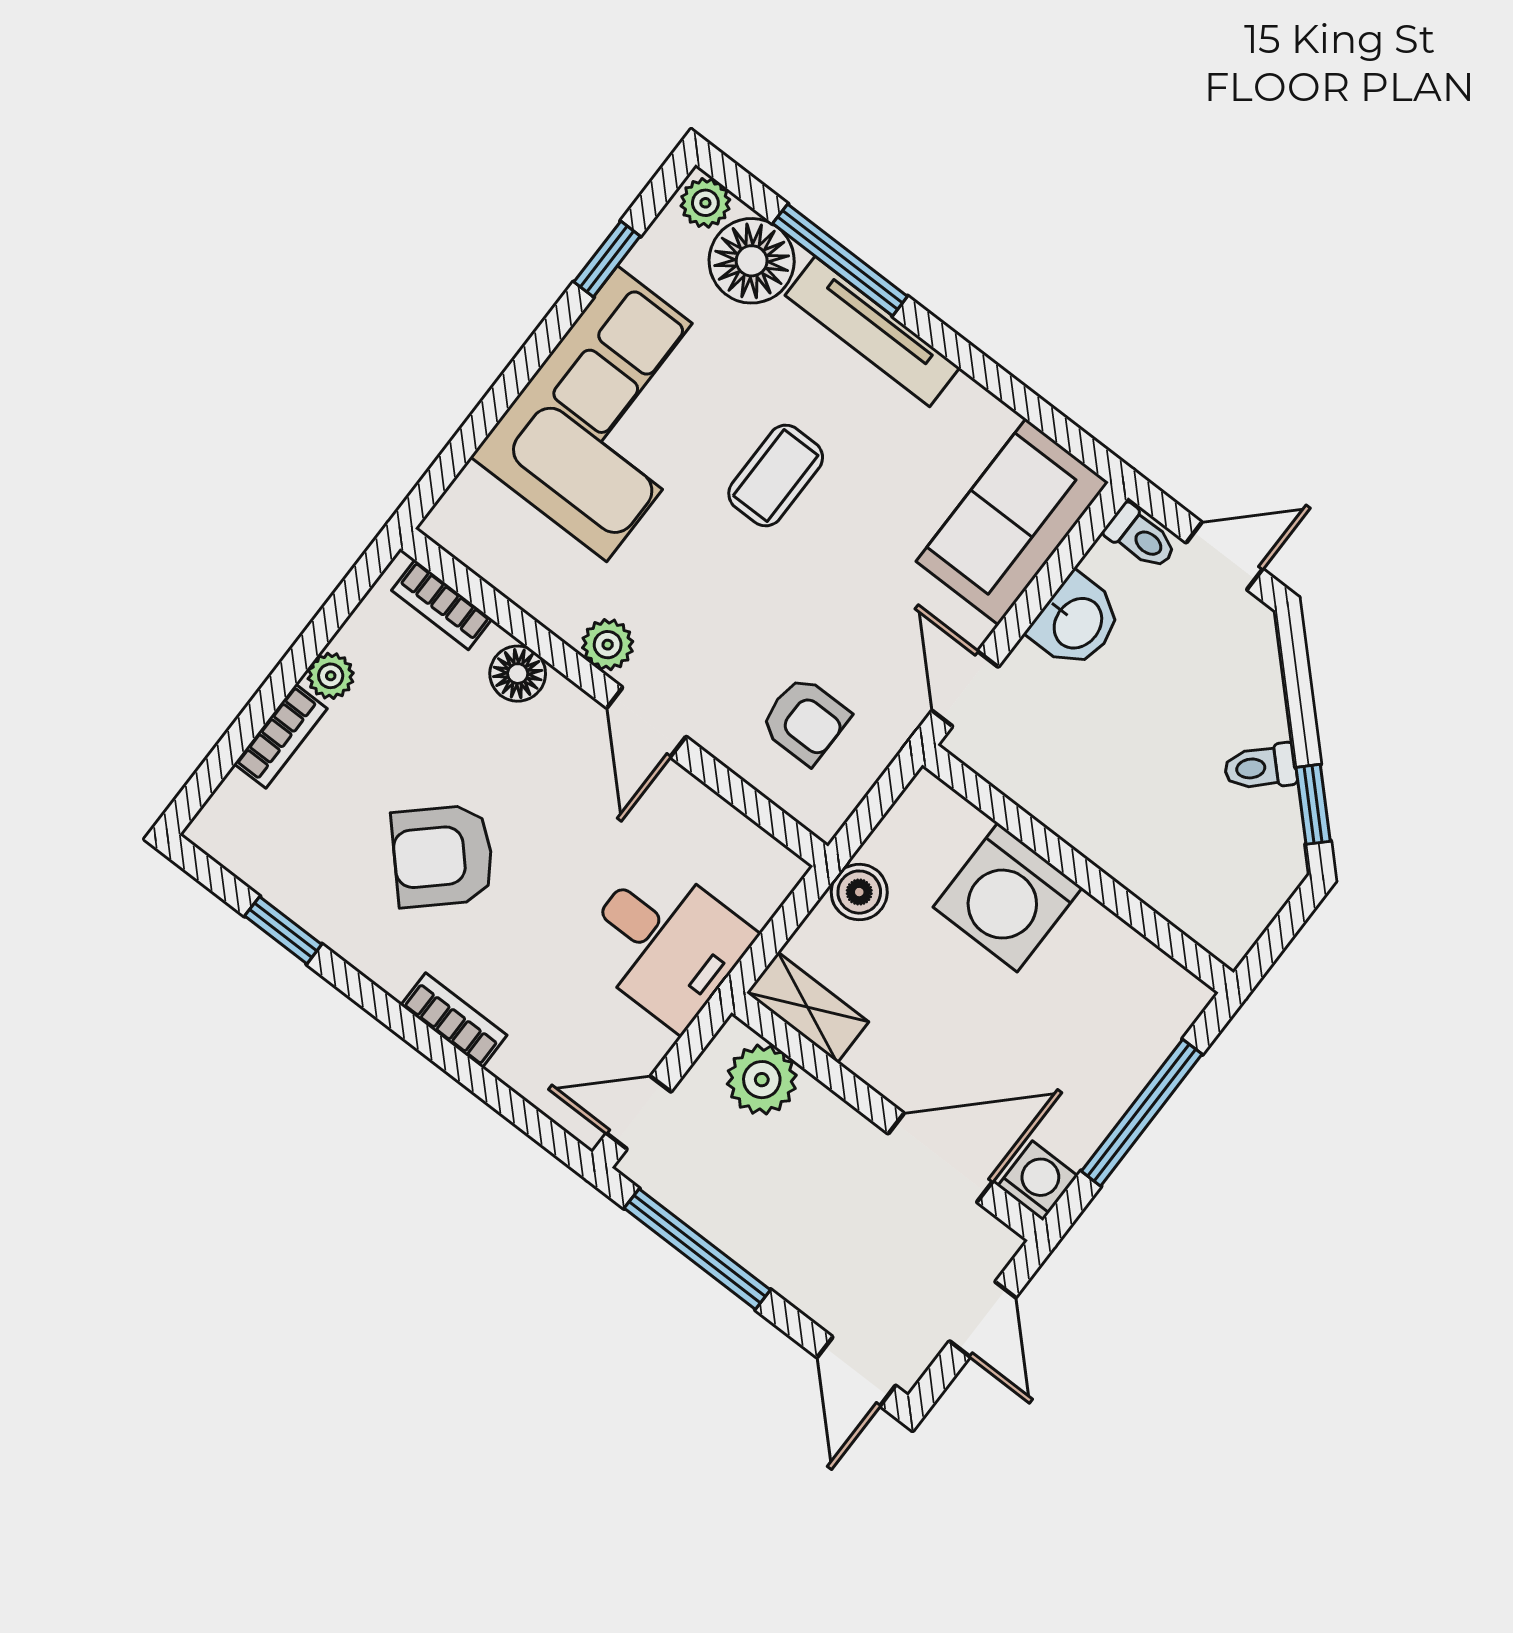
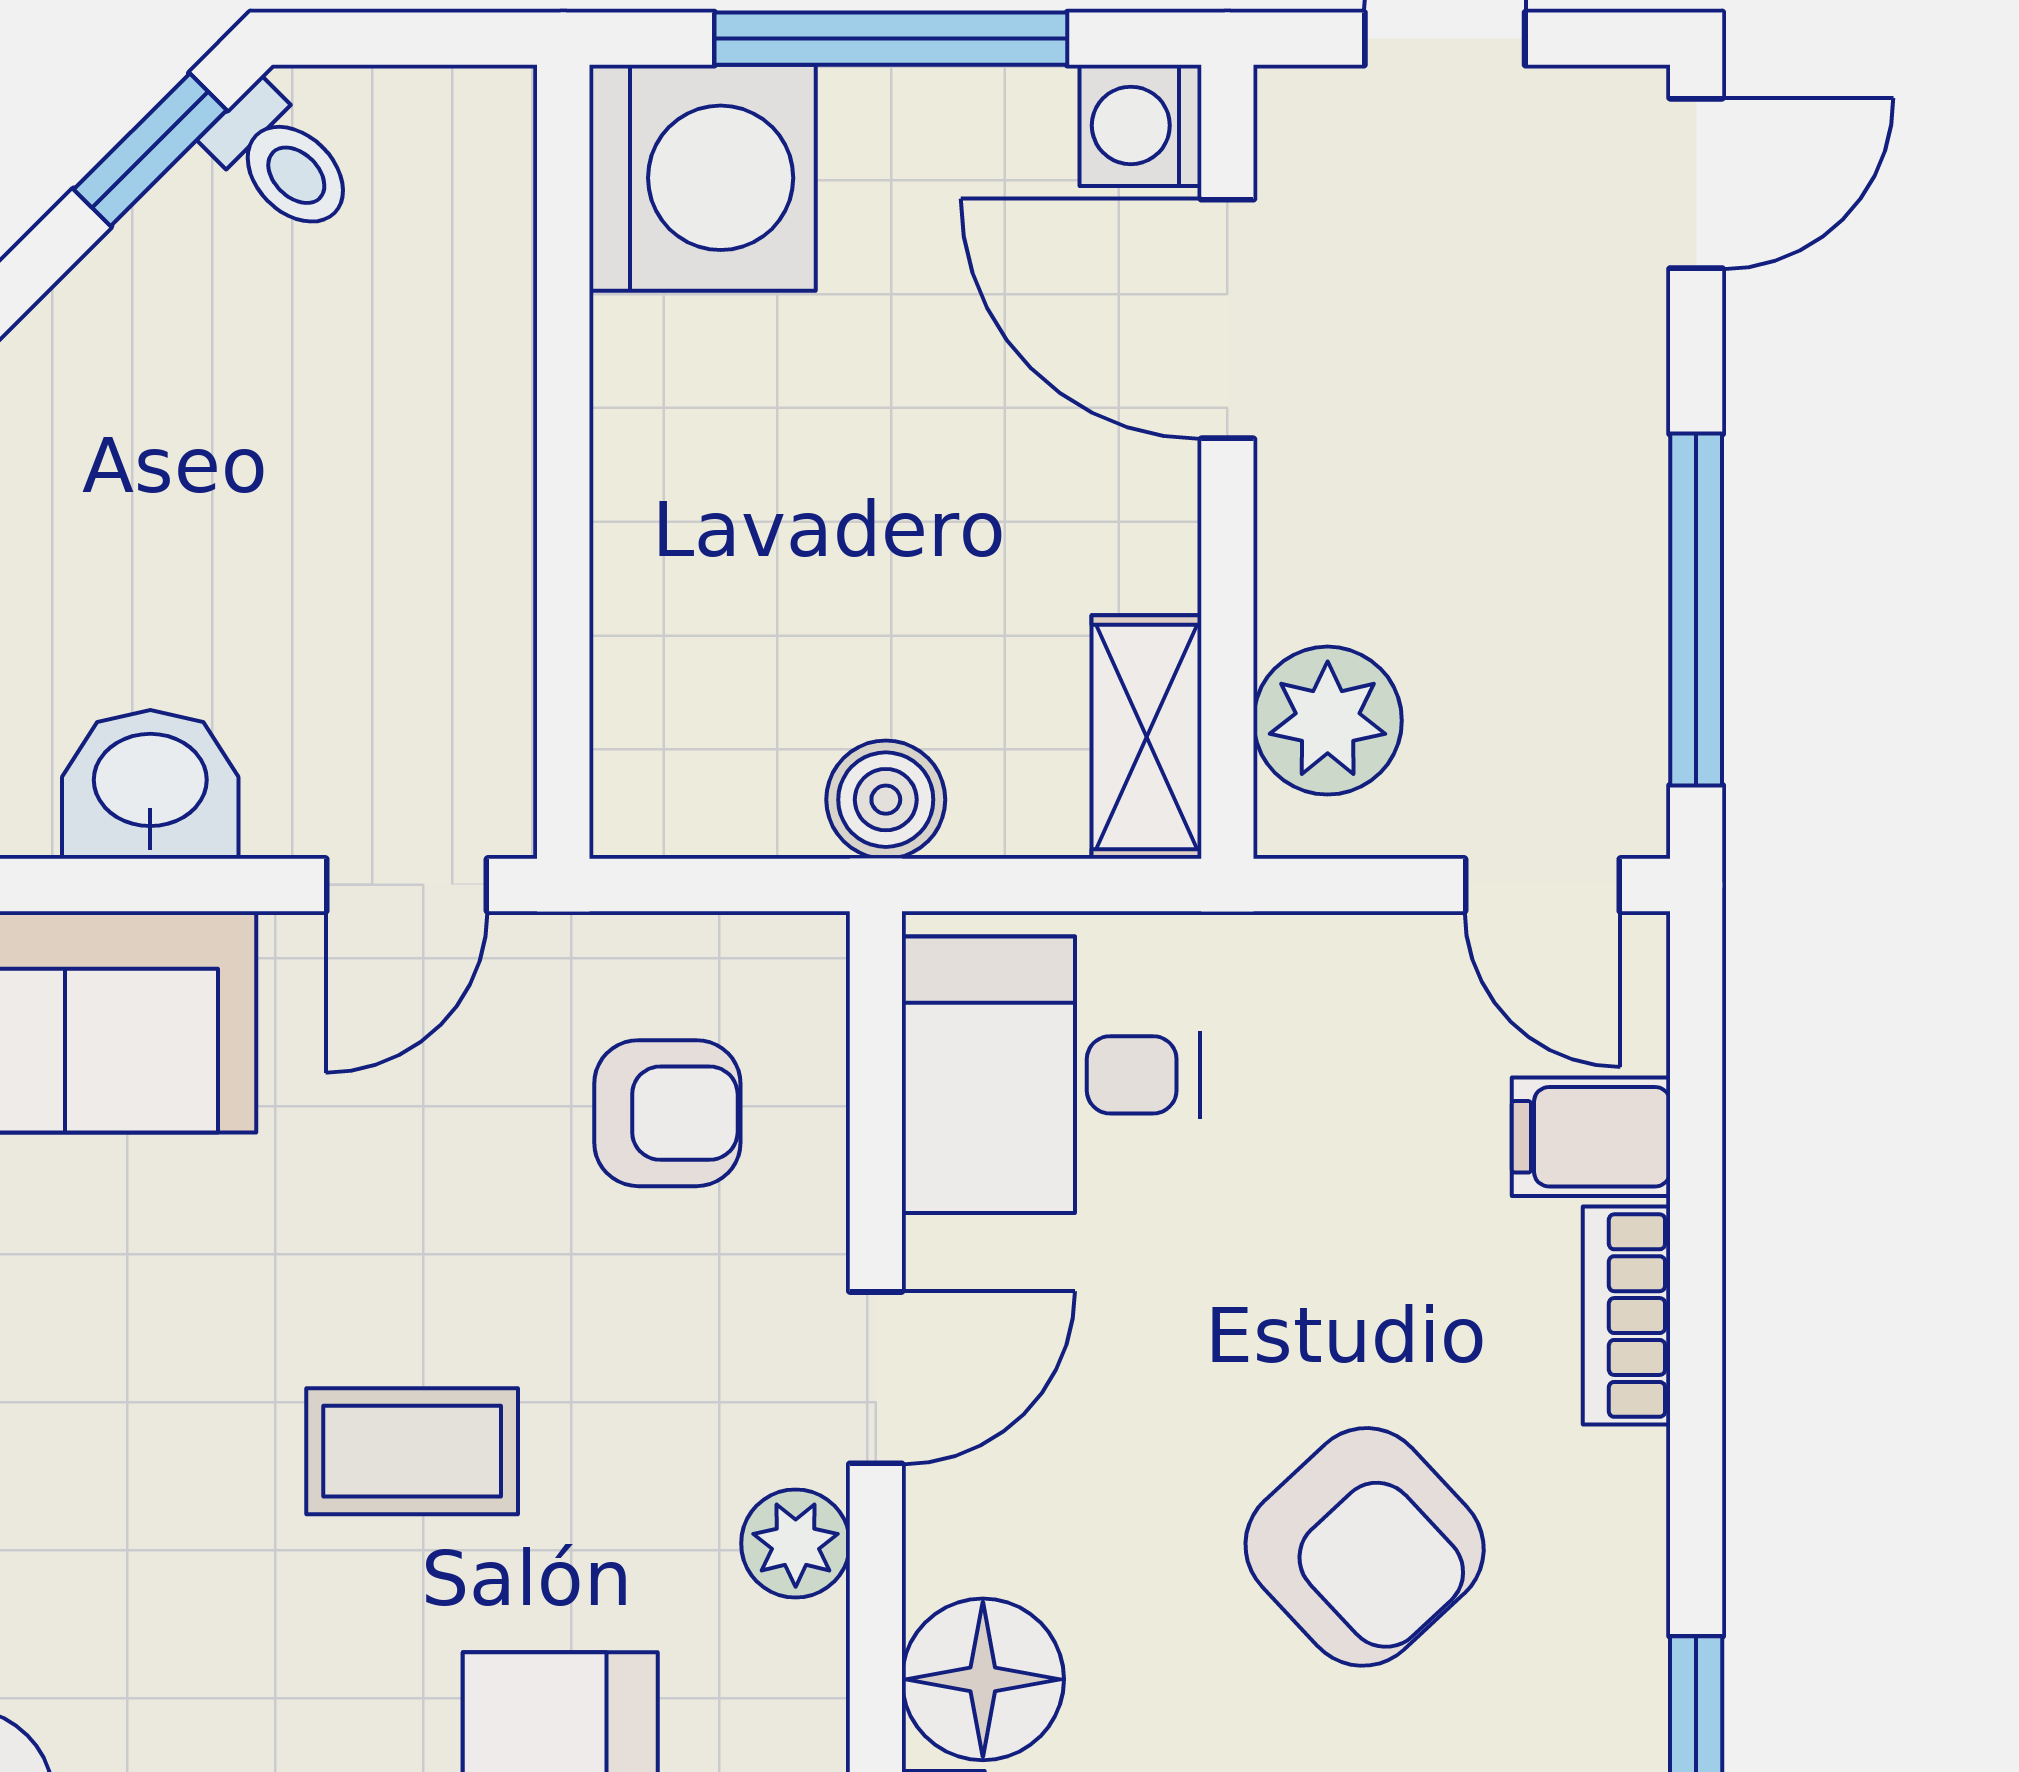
coffee table: (776, 476) -> (412, 1451), moved
floor lamp: (518, 674) -> (983, 1679), width x1.38, depth x1.38
armchair: (805, 720) -> (667, 1113), turned 90
toilet: (1261, 767) -> (282, 160), moved
washing machine: (1008, 897) -> (703, 178), moved
desk: (665, 943) -> (1051, 1075), moved, turned -90
filing cabinet: (531, 1058) -> (1591, 1137), added

